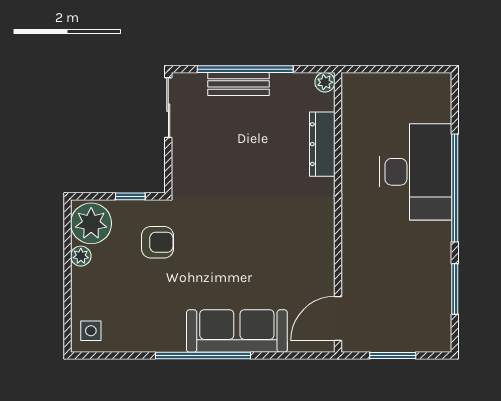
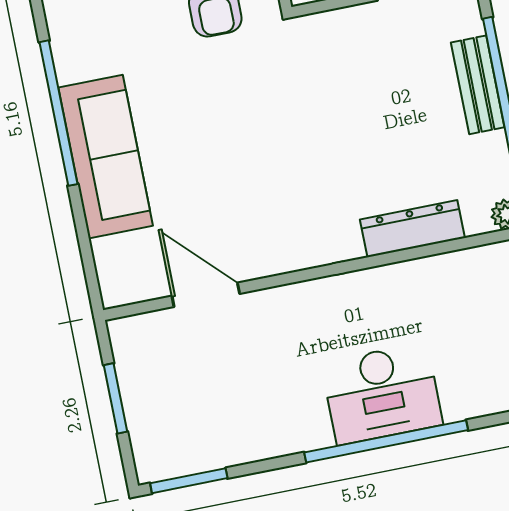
desk: (415, 172) -> (382, 394), width x0.73, depth x0.77
window: (455, 289) -> (189, 481), moved
door: (338, 318) -> (206, 295), moved

